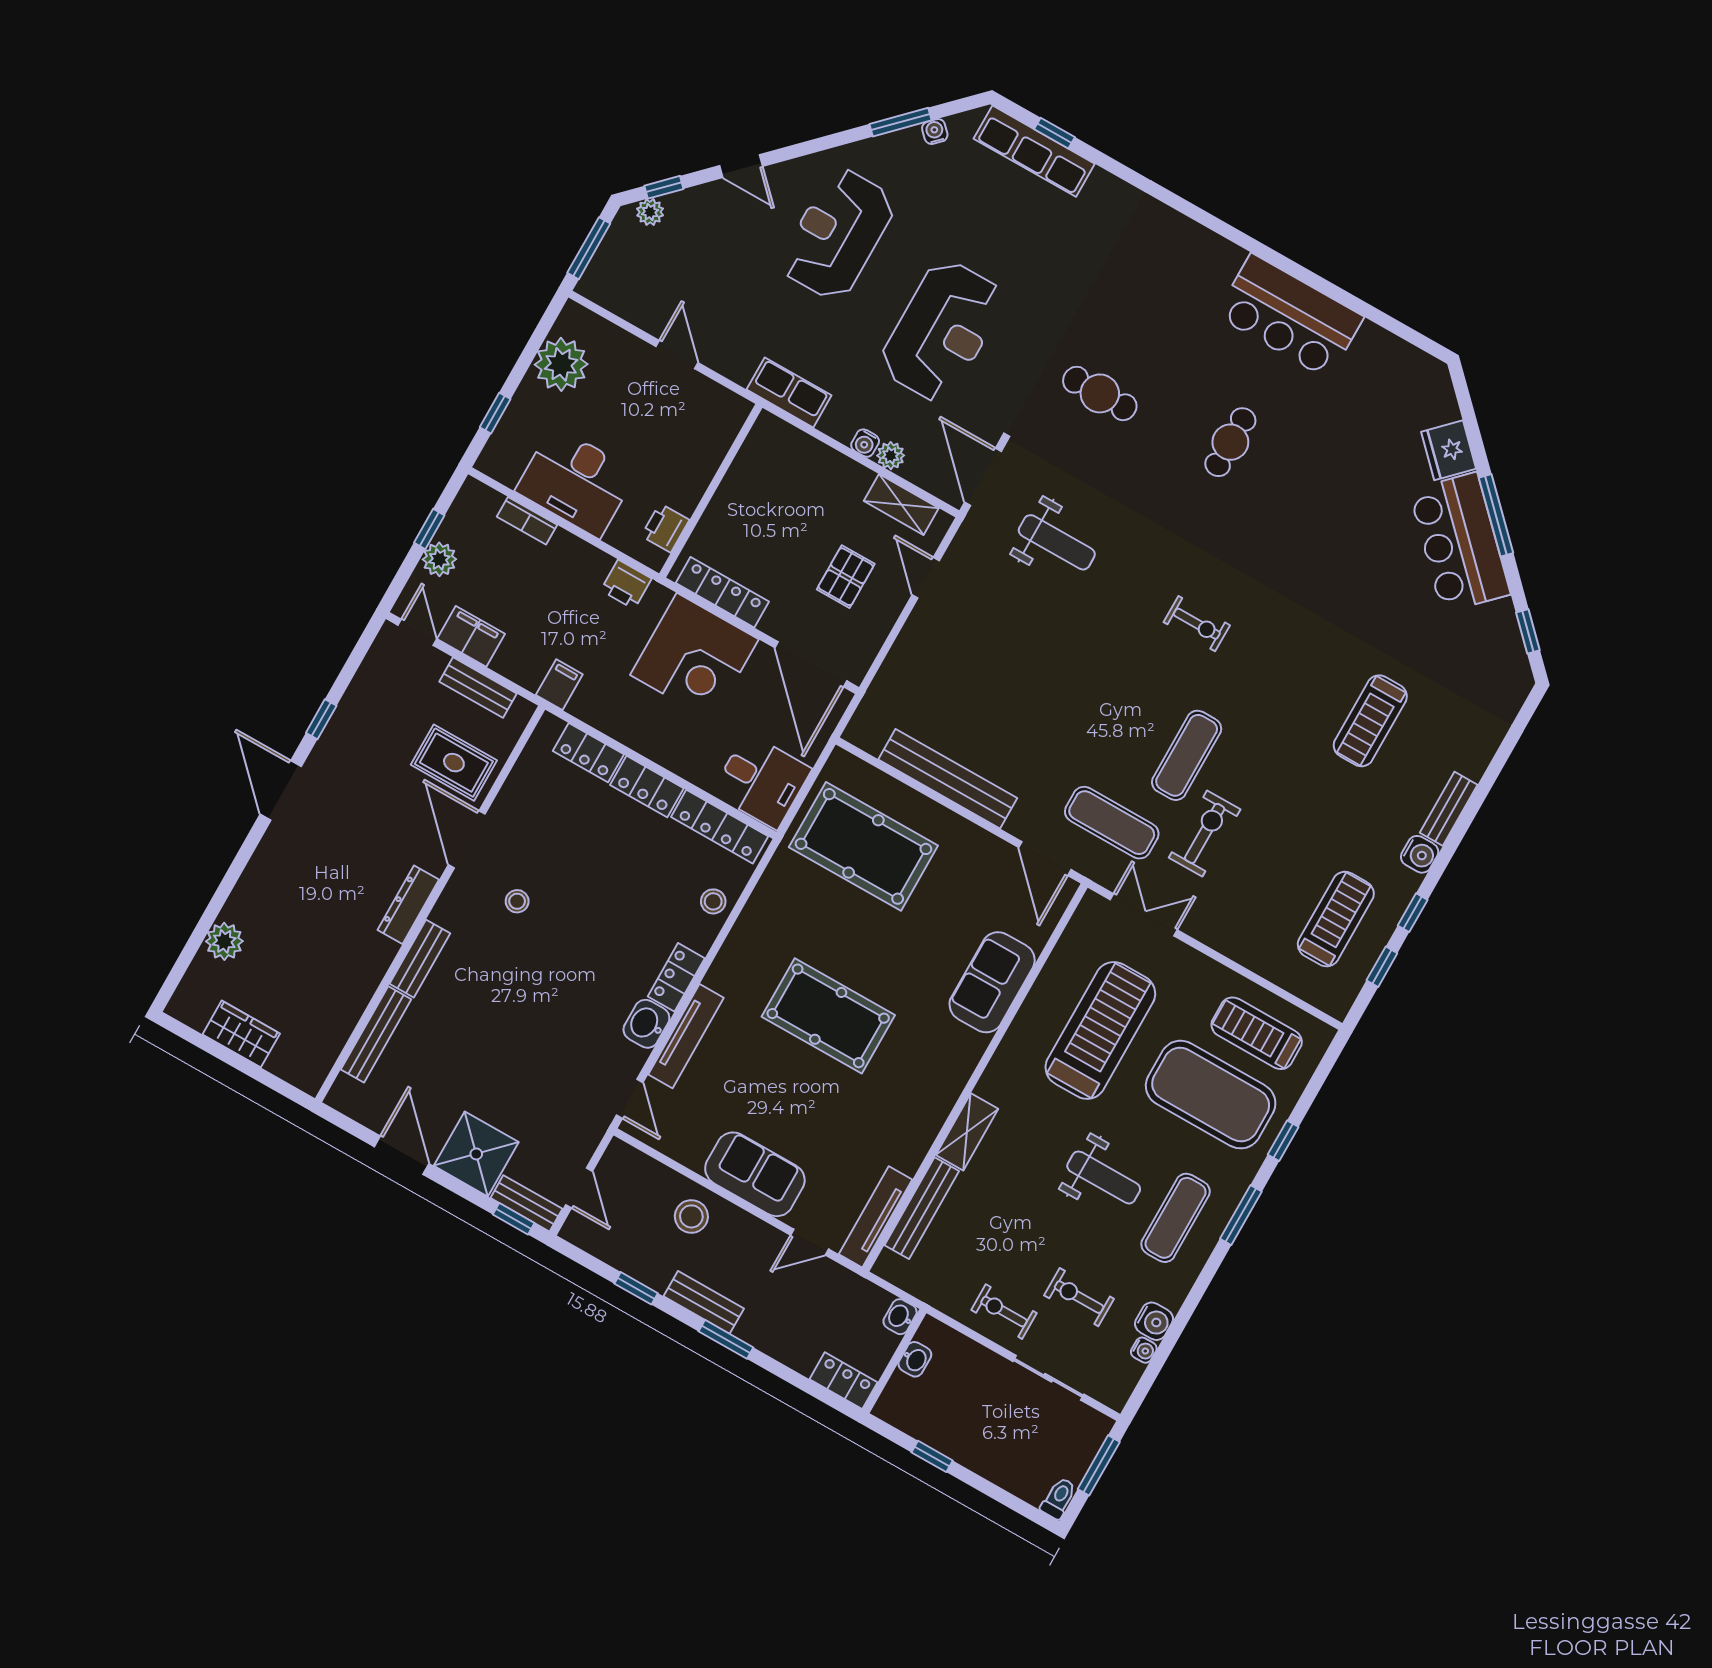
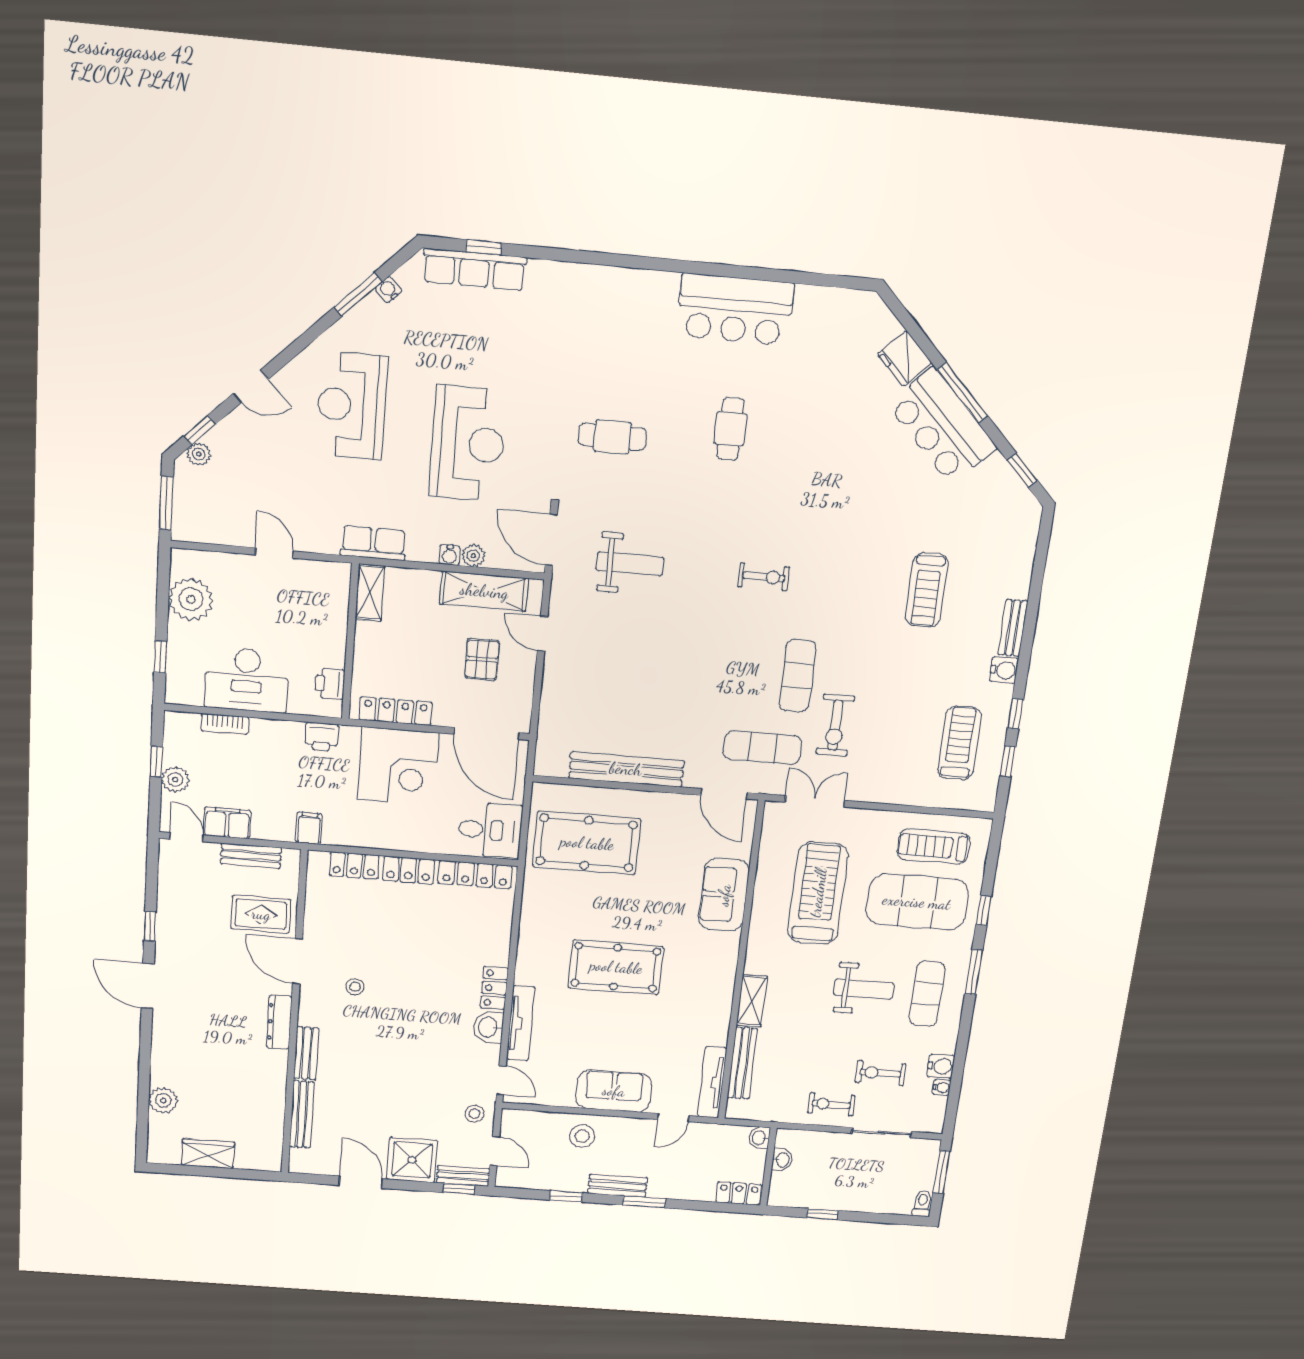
shelving: (759, 445) -> (370, 593), added
shelving: (901, 504) -> (484, 591), width x1.50, depth x1.33
exercise bike: (1205, 833) -> (835, 725), turned 180
stool: (713, 901) -> (474, 1114), moved

